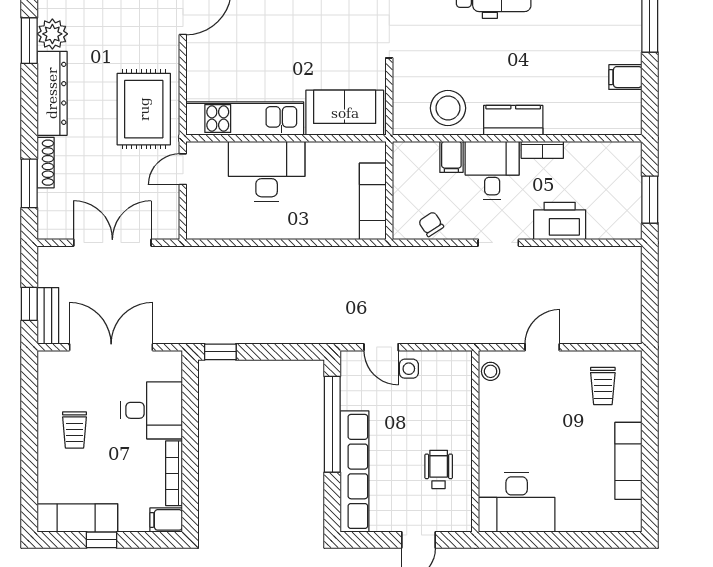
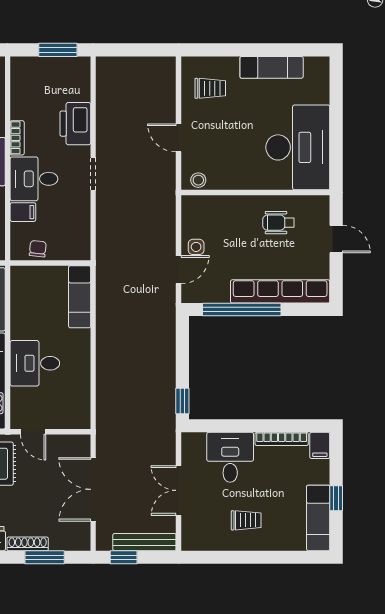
desk: (267, 171) -> (35, 363), width x0.73
exam couch: (373, 201) -> (80, 297), moved, turned 90
chair: (431, 224) -> (38, 249), moved, turned 129
window: (29, 304) -> (124, 557), moved
bench: (48, 316) -> (144, 542), width x1.36
double door: (111, 347) -> (179, 490), width x0.73
desk: (517, 502) -> (298, 147), width x1.36, depth x1.30

